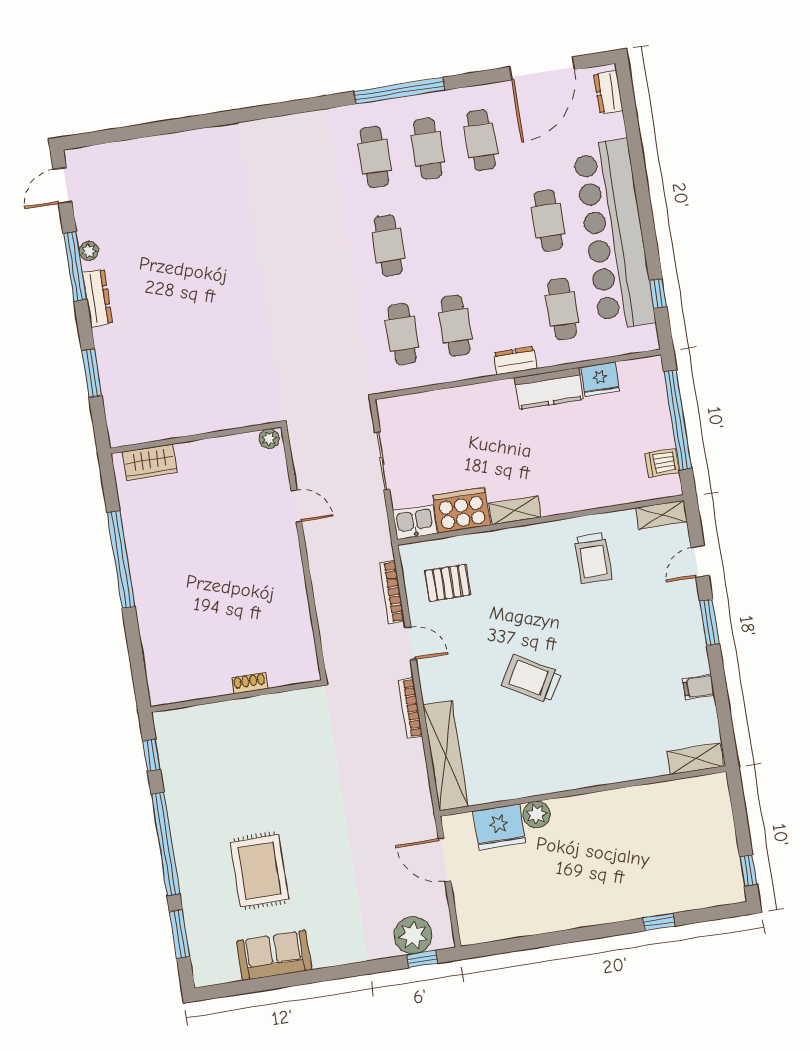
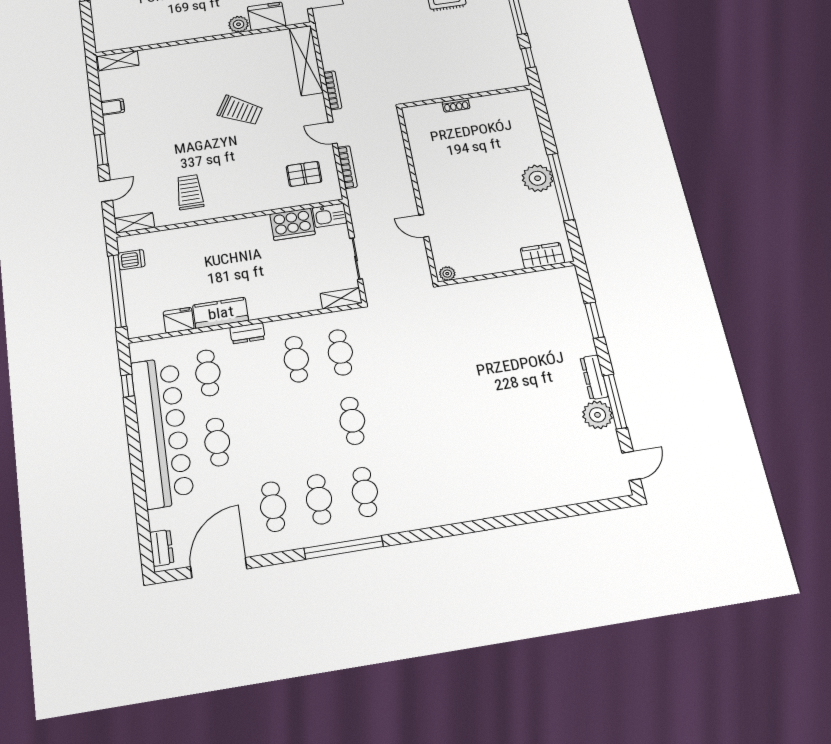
plant: (89, 251) -> (598, 415), width x1.88, depth x1.88
shelving: (515, 510) -> (341, 298), moved
plant: (150, 572) -> (538, 178), added

